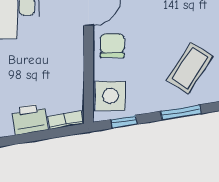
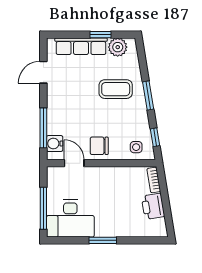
coffee table: (190, 68) -> (116, 89), turned -33
side table: (110, 96) -> (136, 147), width x0.54, depth x0.54

